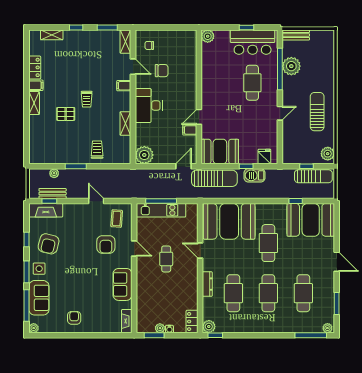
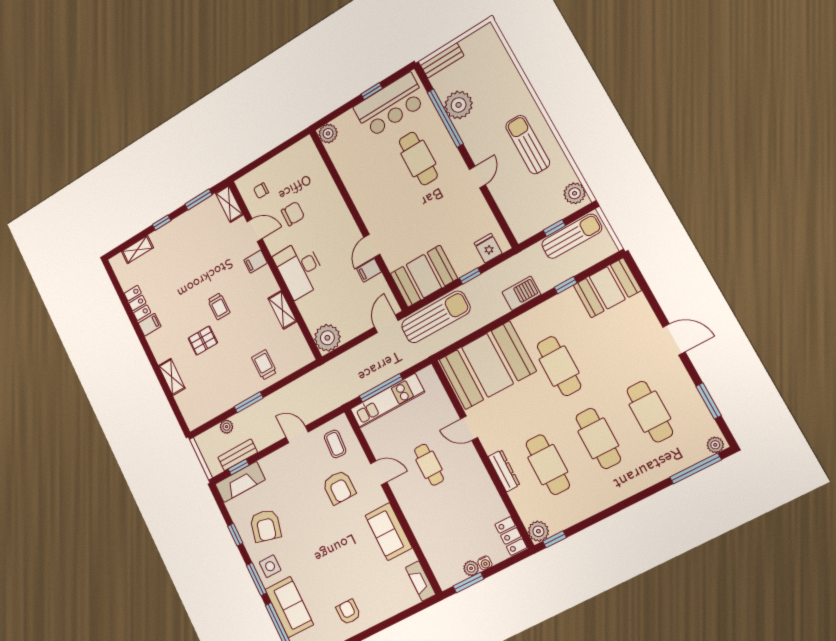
shelving: (34, 103) -> (172, 377), moved
barbecue: (254, 175) -> (521, 293), moved, turned 180
booth: (311, 220) -> (607, 288), width x0.73, depth x0.70

